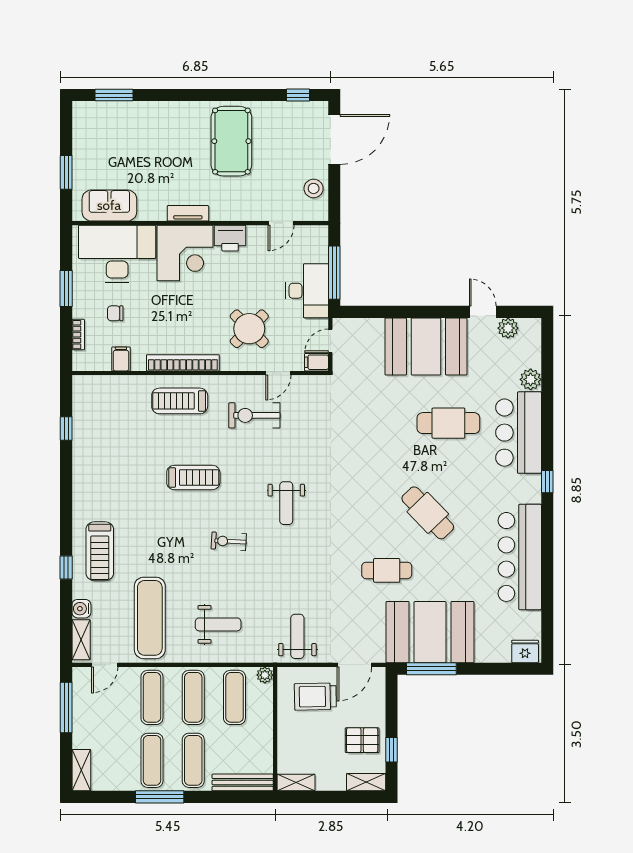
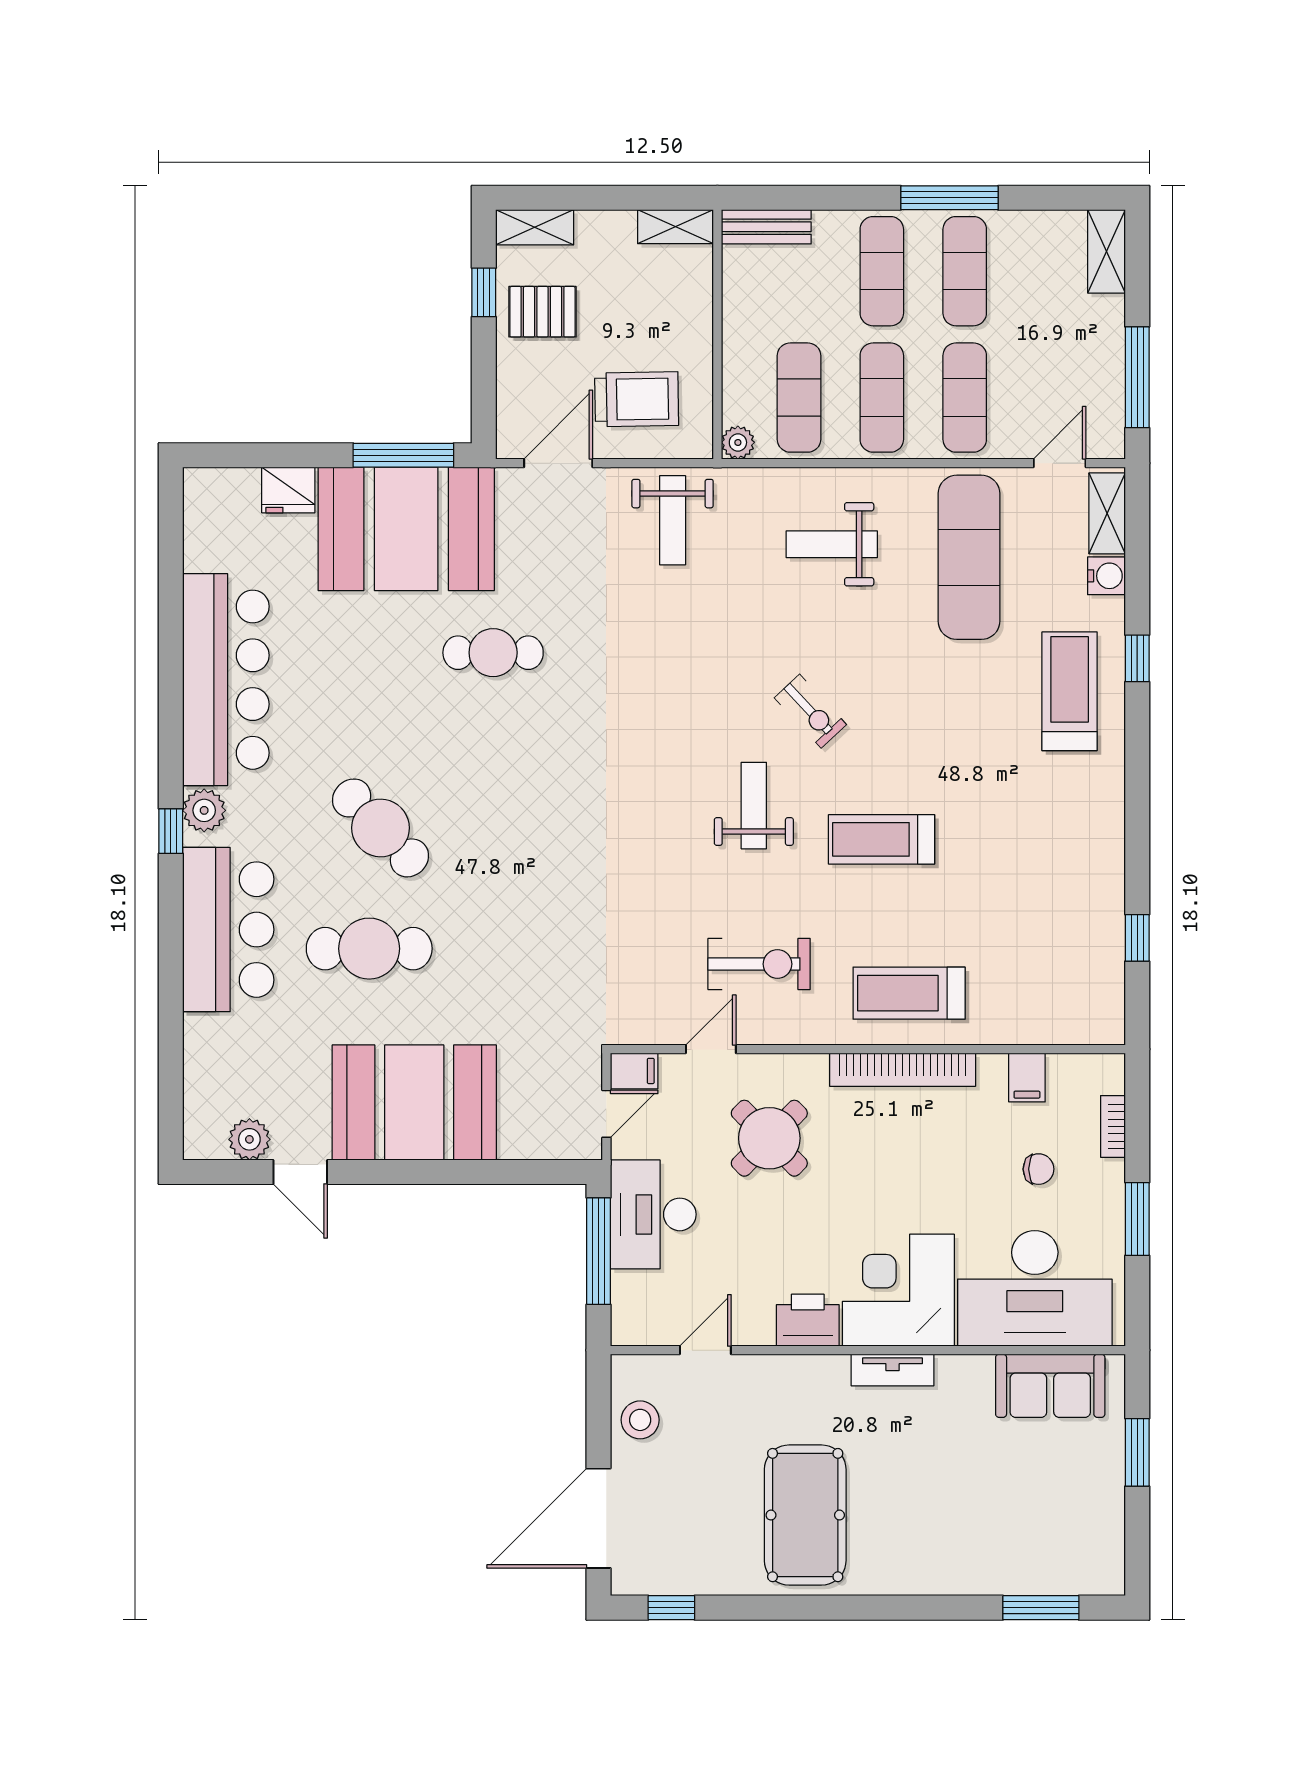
plant: (531, 379) -> (204, 810), moved
treadmill: (180, 401) -> (909, 993), turned 180
weight bench: (286, 503) -> (754, 806), moved
cafe table: (428, 513) -> (380, 828), moved
exercise bike: (229, 541) -> (810, 711), turned 44
fridge: (525, 651) -> (288, 490), moved
bench: (243, 782) -> (766, 227), width x0.73

